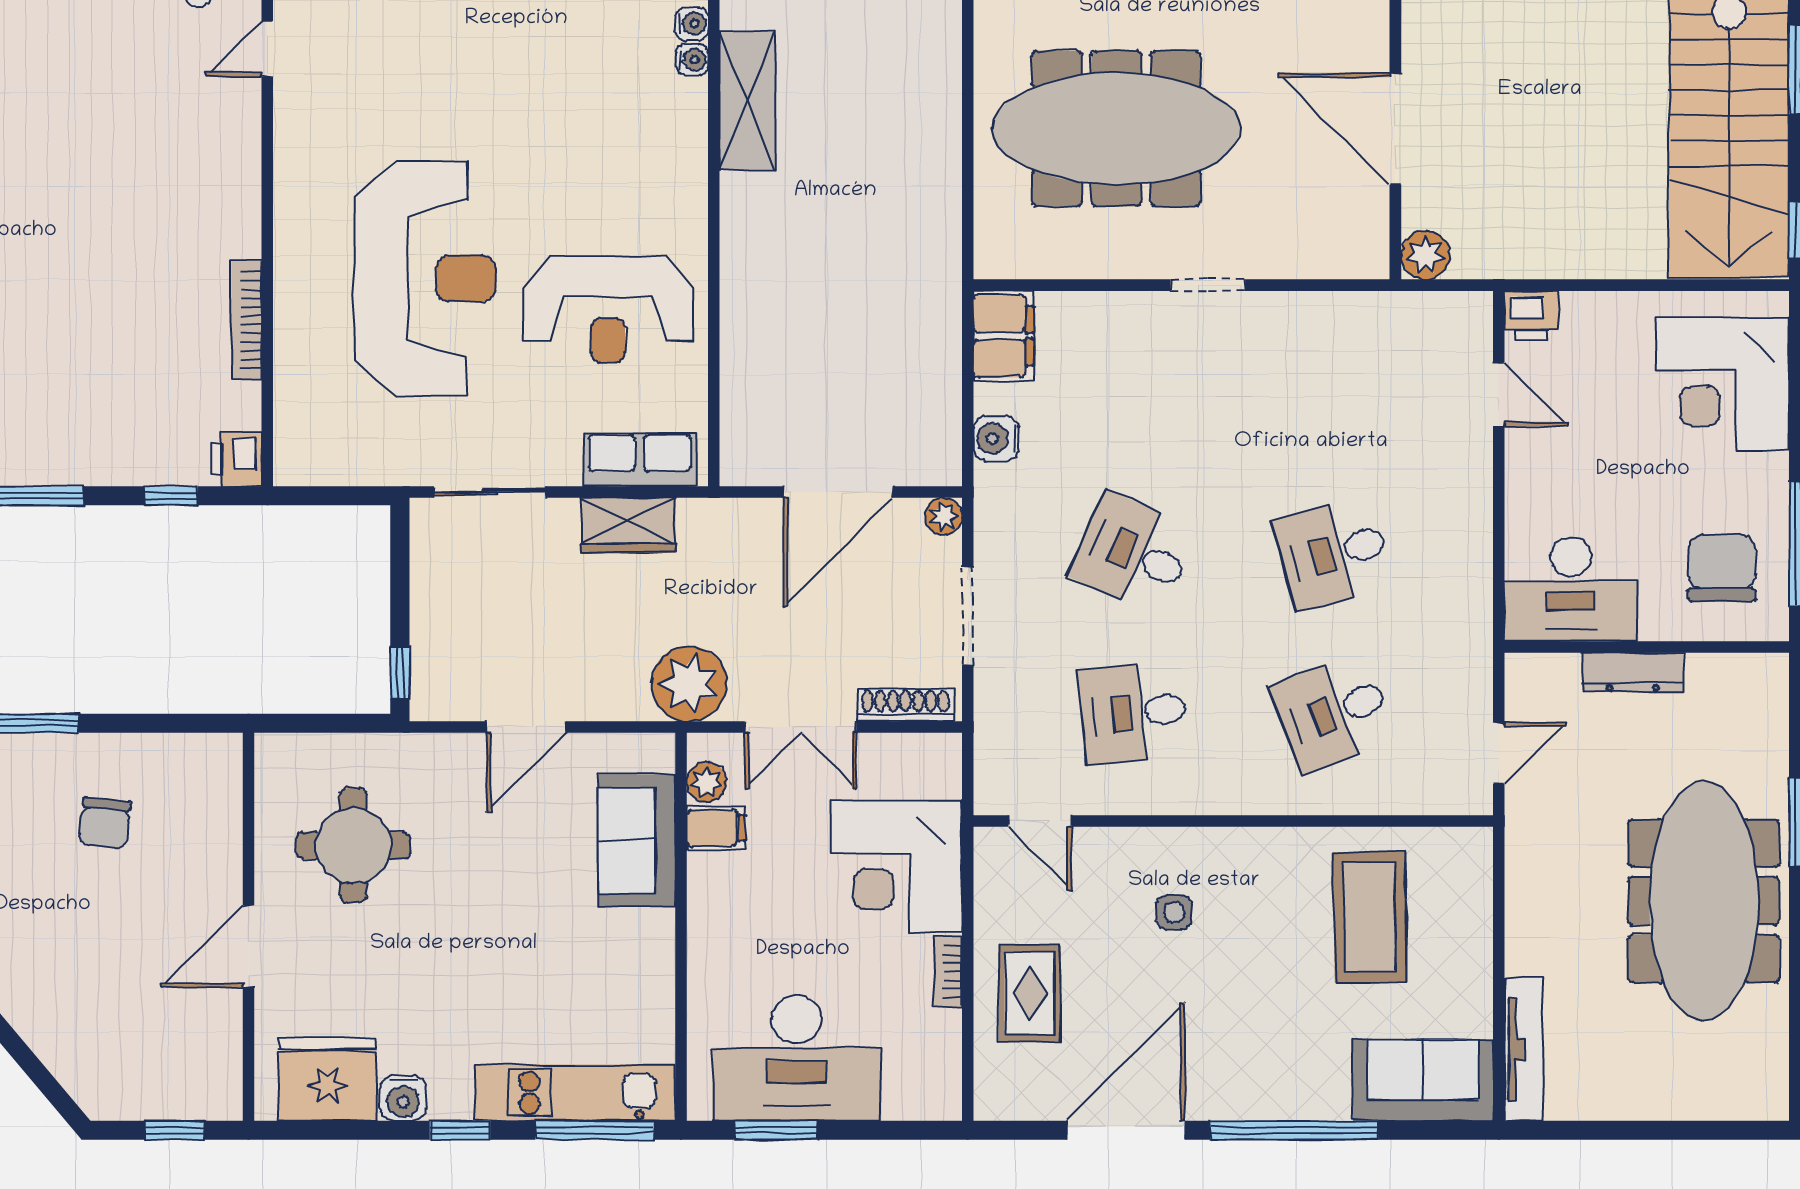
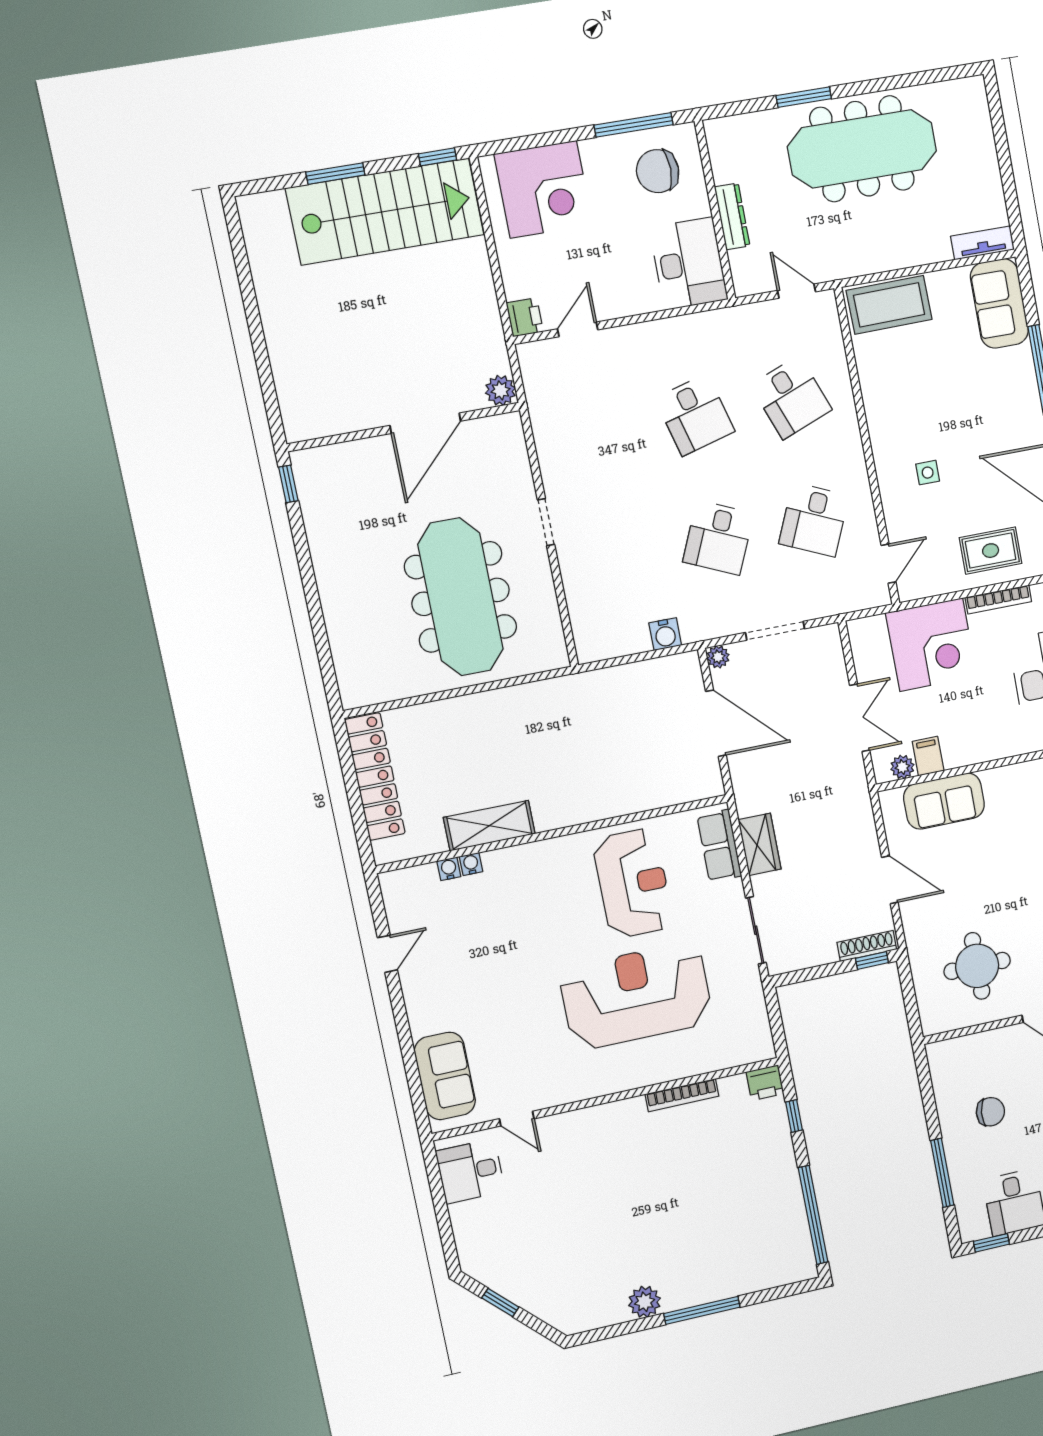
filing cabinet: (1003, 336) -> (602, 642), removed
plant: (689, 684) -> (847, 789), removed
shoe rack: (905, 705) -> (867, 946), moved, turned 90
desk: (1133, 713) -> (814, 520), turned 30
coffee table: (1370, 917) -> (889, 305), moved
bookcase: (948, 972) -> (998, 599), width x1.56
tv unit: (1524, 1049) -> (983, 243), width x0.71

